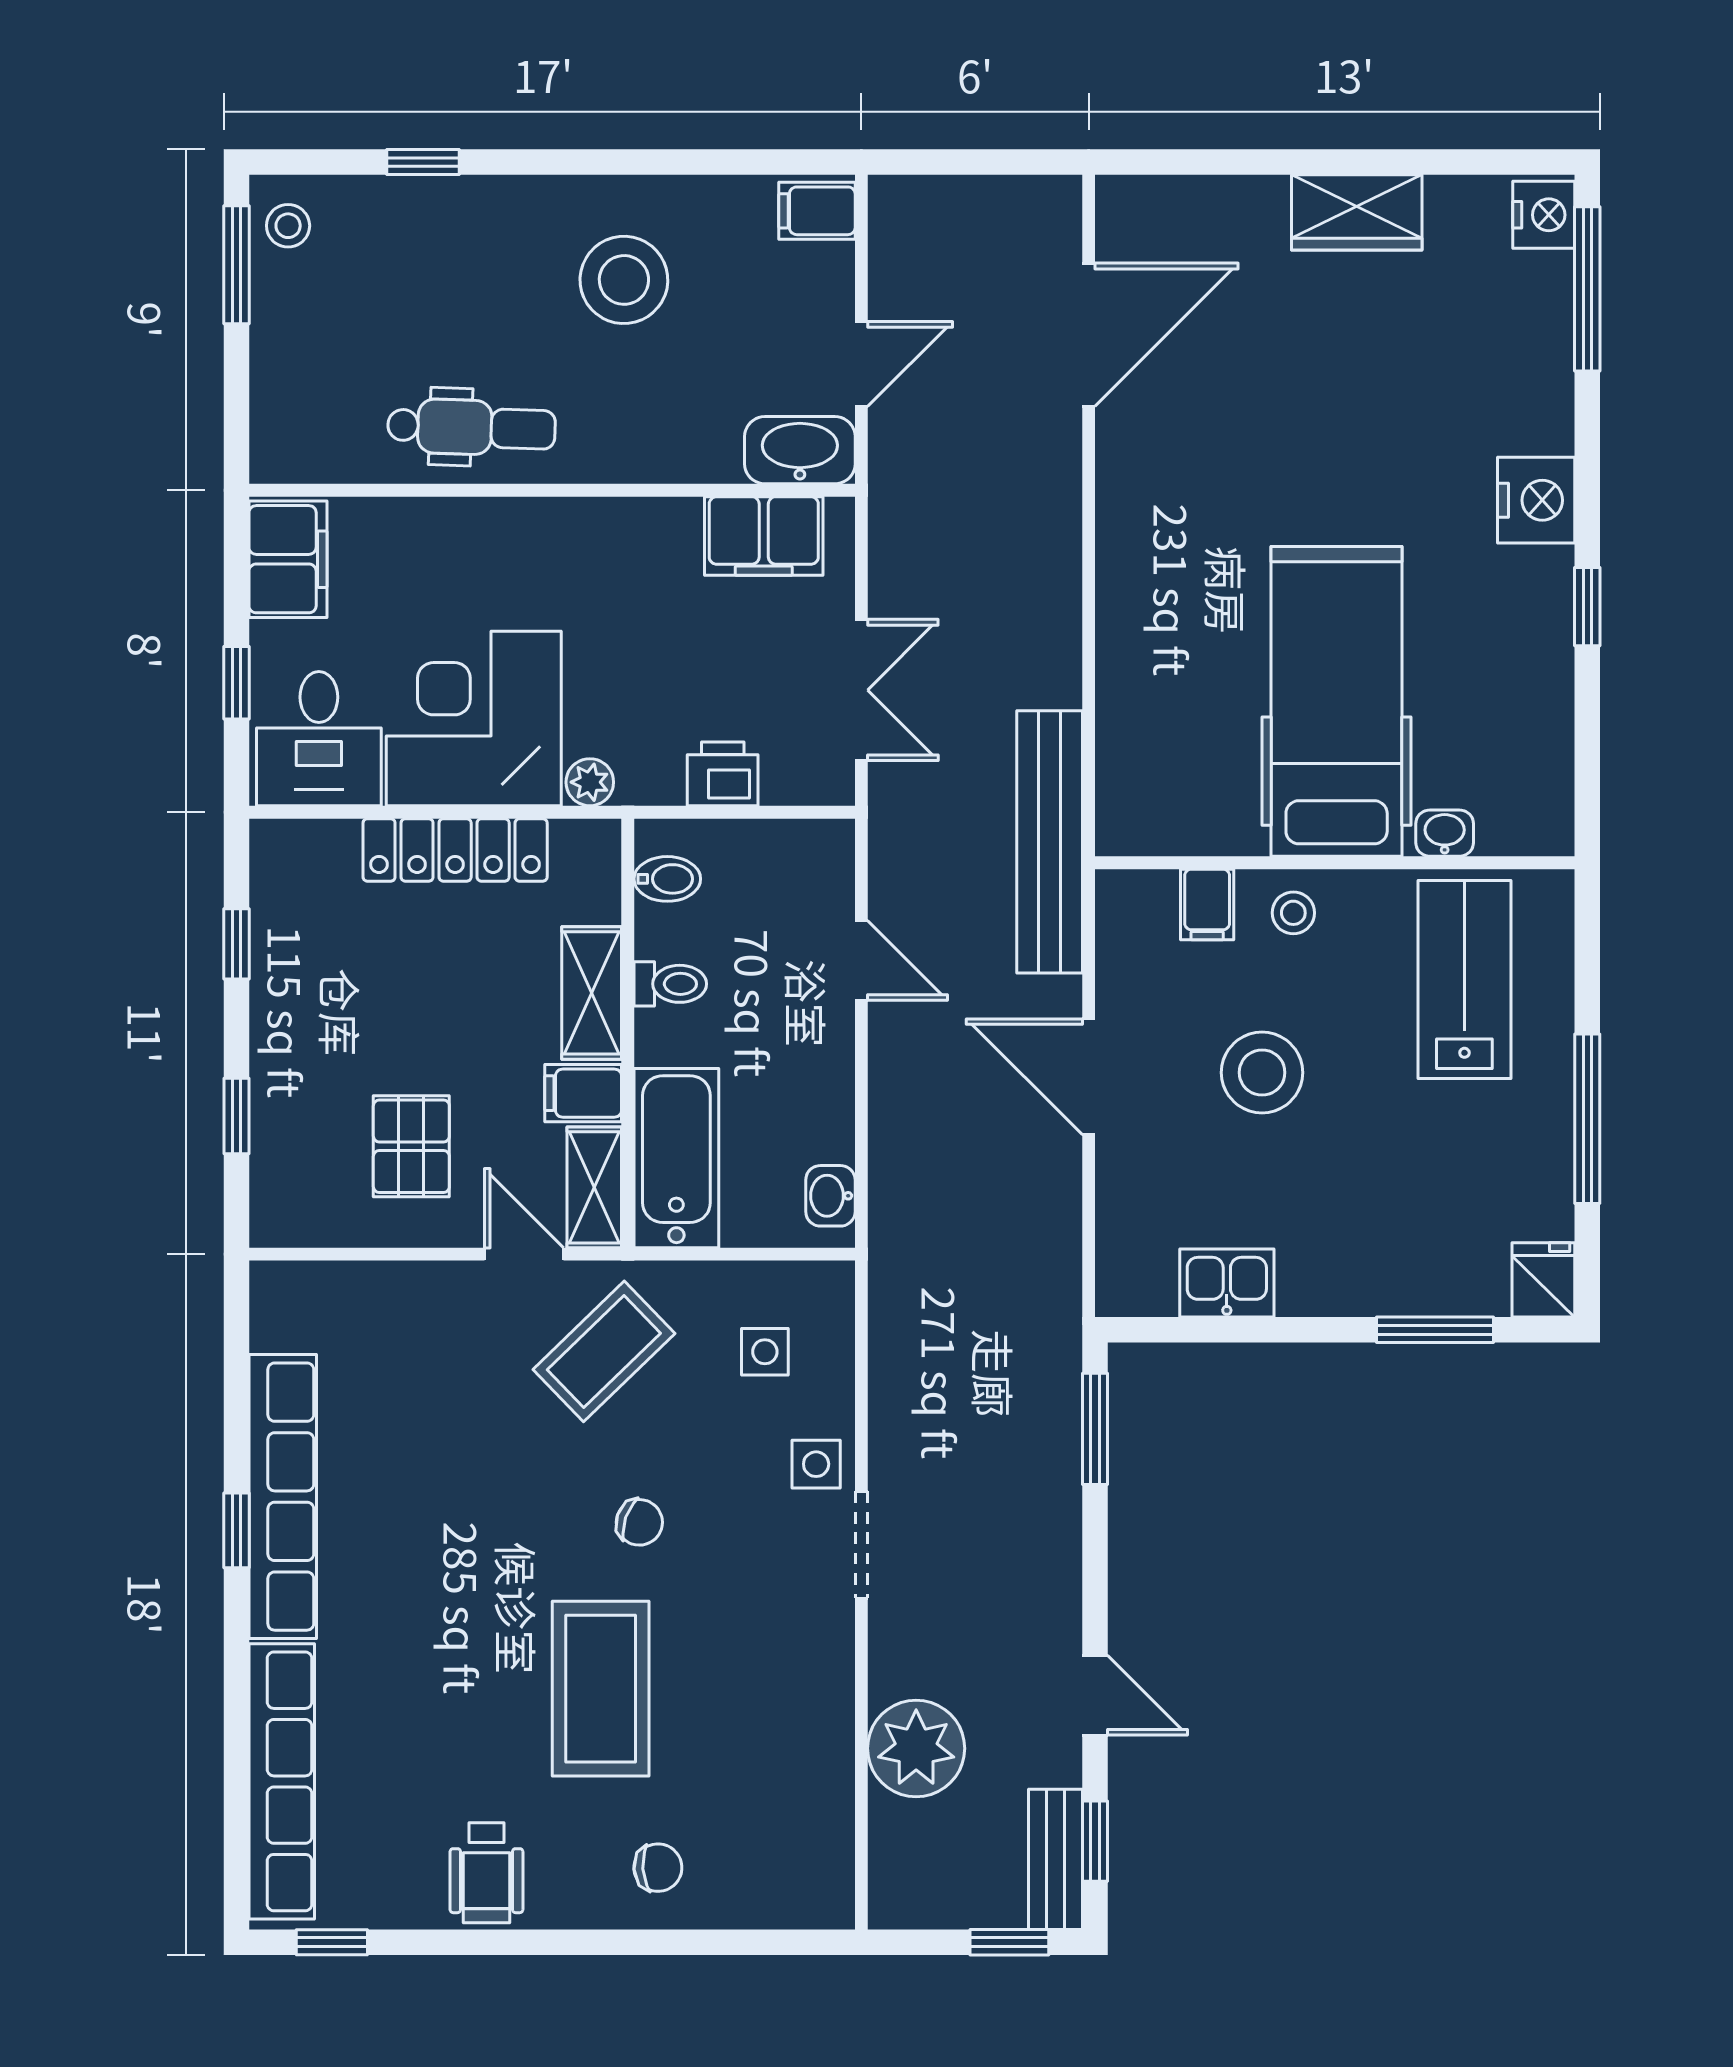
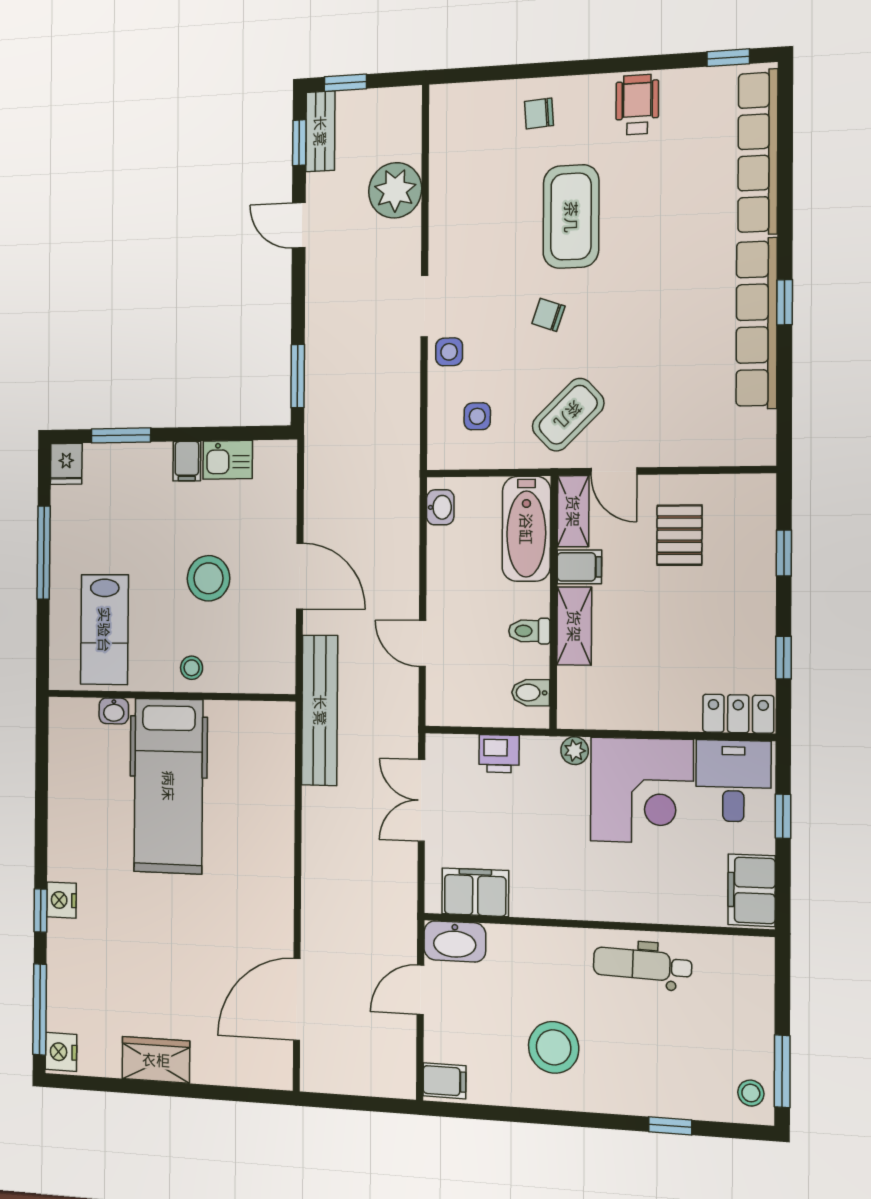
nightstand: (1536, 500) -> (61, 900), width x0.74, depth x0.75
window: (1587, 607) -> (41, 911), moved
locker: (455, 850) -> (738, 714), moved, width x0.66
filing cabinet: (1207, 904) -> (187, 461), moved, turned 180

